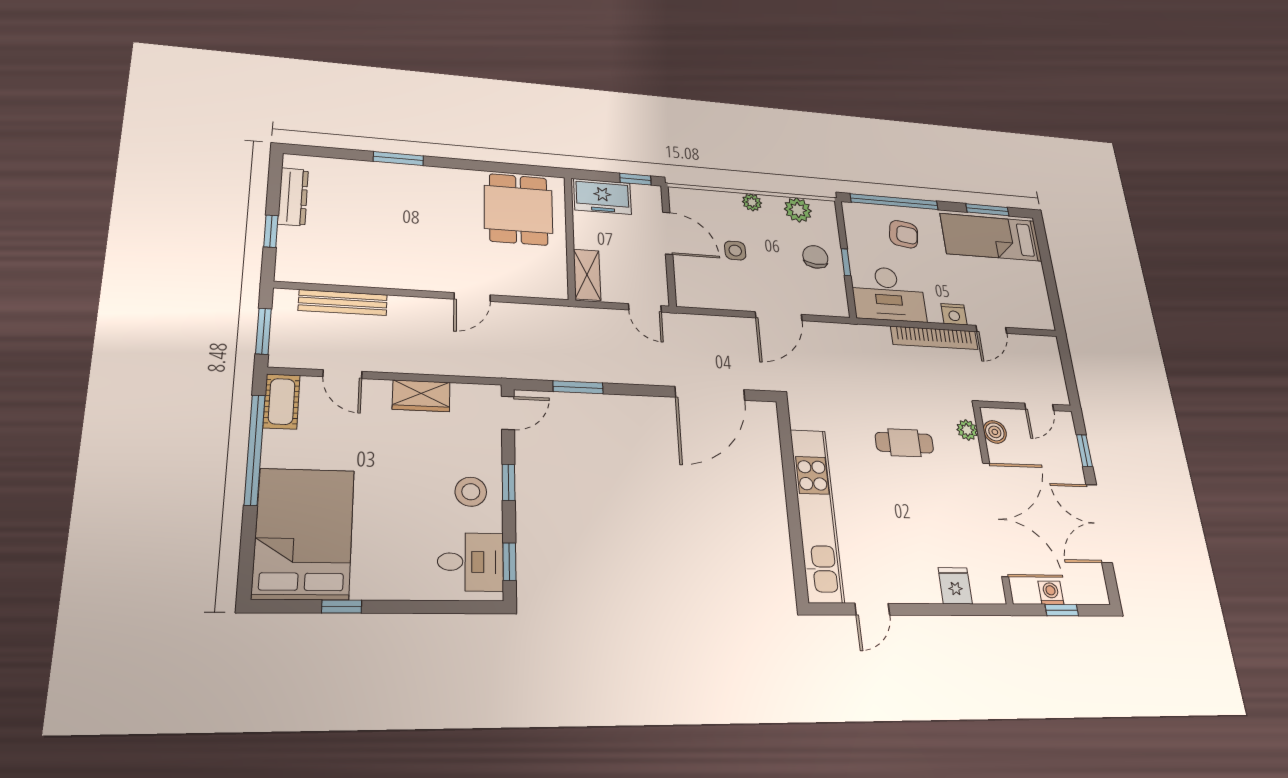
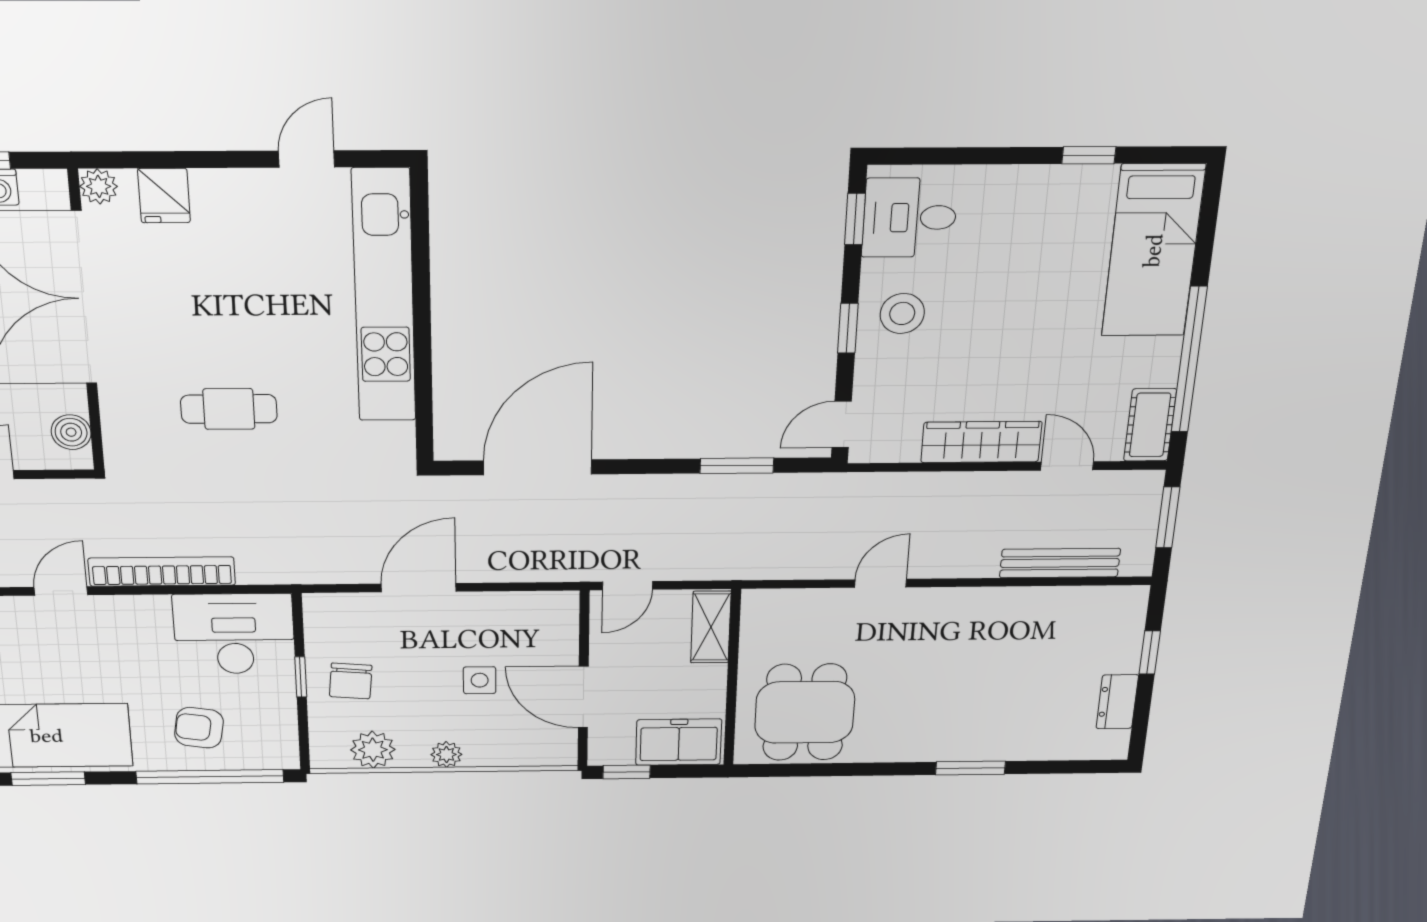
dresser: (293, 197) -> (1117, 702), width x0.70
door: (645, 308) -> (627, 586), swing flipped
nightstand: (954, 314) -> (124, 610), removed
wardrobe: (421, 396) -> (981, 442), width x1.50
plant: (967, 430) -> (99, 186), moved
bed: (304, 534) -> (1153, 251), width x0.67

